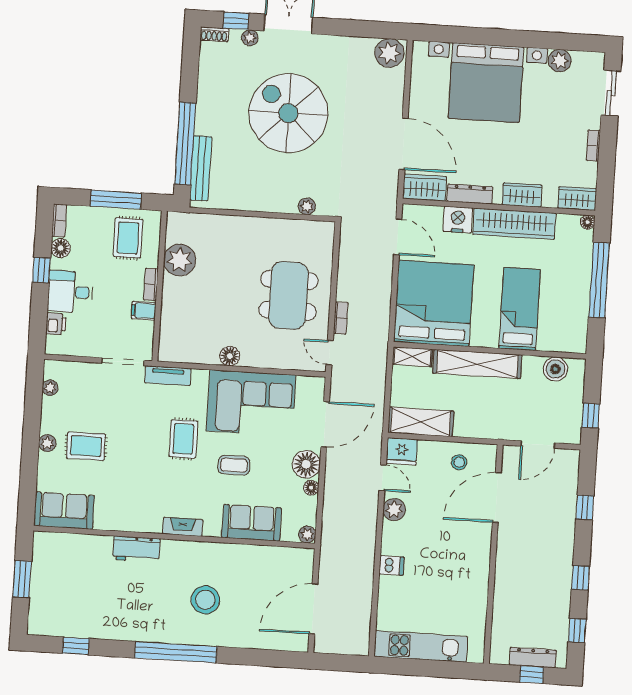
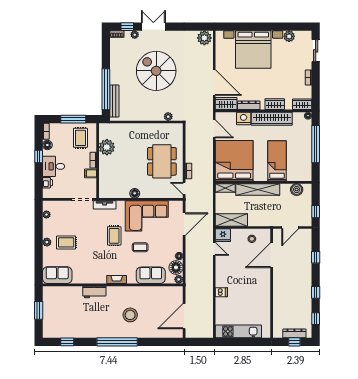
floor lamp: (306, 464) -> (176, 267), moved
plant: (394, 510) -> (221, 264), removed

